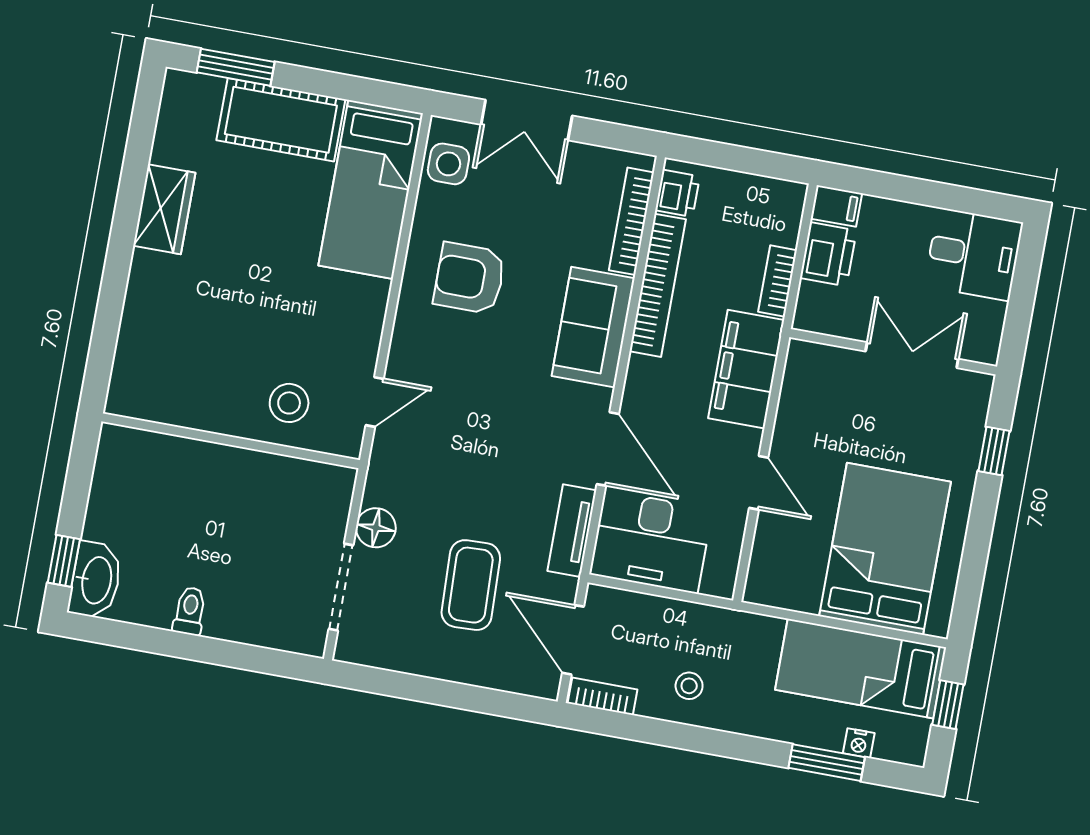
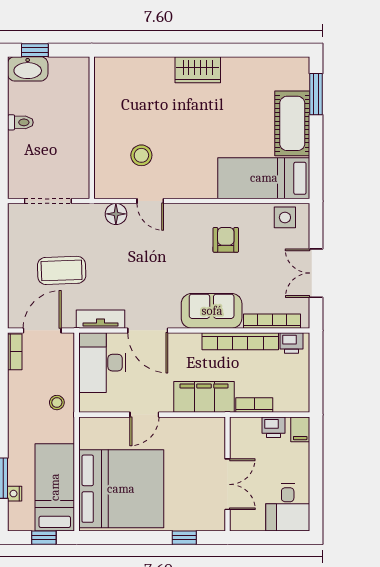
double door: (527, 120) -> (316, 273), moved
wardrobe: (164, 209) -> (198, 70), moved
printer: (828, 254) -> (274, 427), width x0.73, depth x0.81
armchair: (470, 278) -> (226, 240), width x0.72, depth x0.72
wall: (231, 441) -> (92, 128), moved
door: (608, 449) -> (148, 330), hinge flipped
floor lamp: (376, 528) -> (116, 214), moved
bed: (885, 549) -> (121, 489), width x1.36
stool: (689, 686) -> (57, 403), moved

